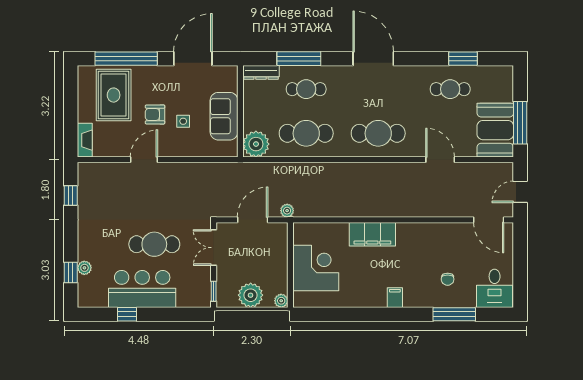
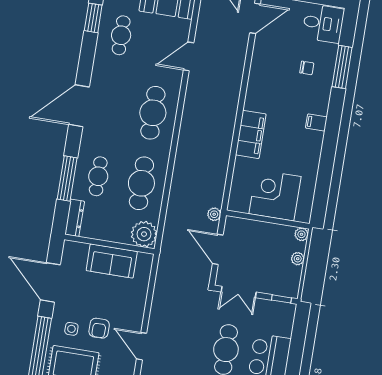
side table: (183, 121) -> (71, 329), moved
plant: (251, 295) -> (298, 259), width x0.53, depth x0.53

